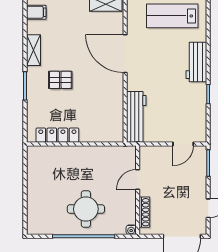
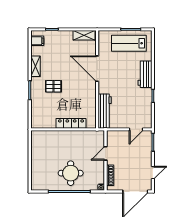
locker: (57, 135) -> (71, 123), moved

